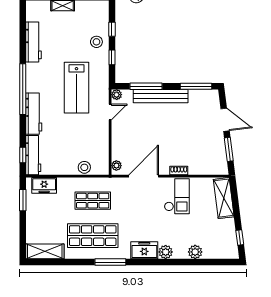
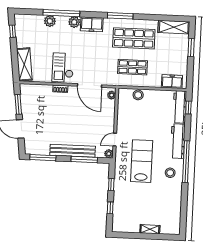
workbench: (34, 42) -> (175, 200), removed
stool: (96, 42) -> (170, 173), moved
door: (144, 176) -> (90, 86), hinge flipped
window: (23, 200) -> (191, 47), moved
window: (182, 262) -> (61, 13), added

